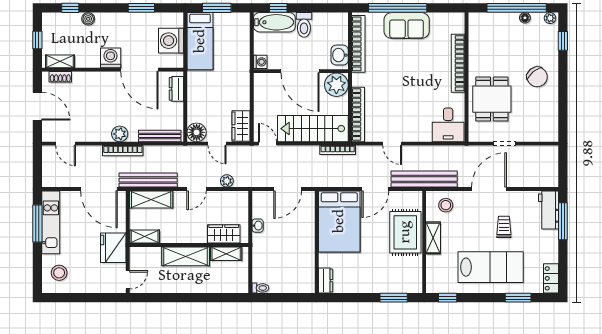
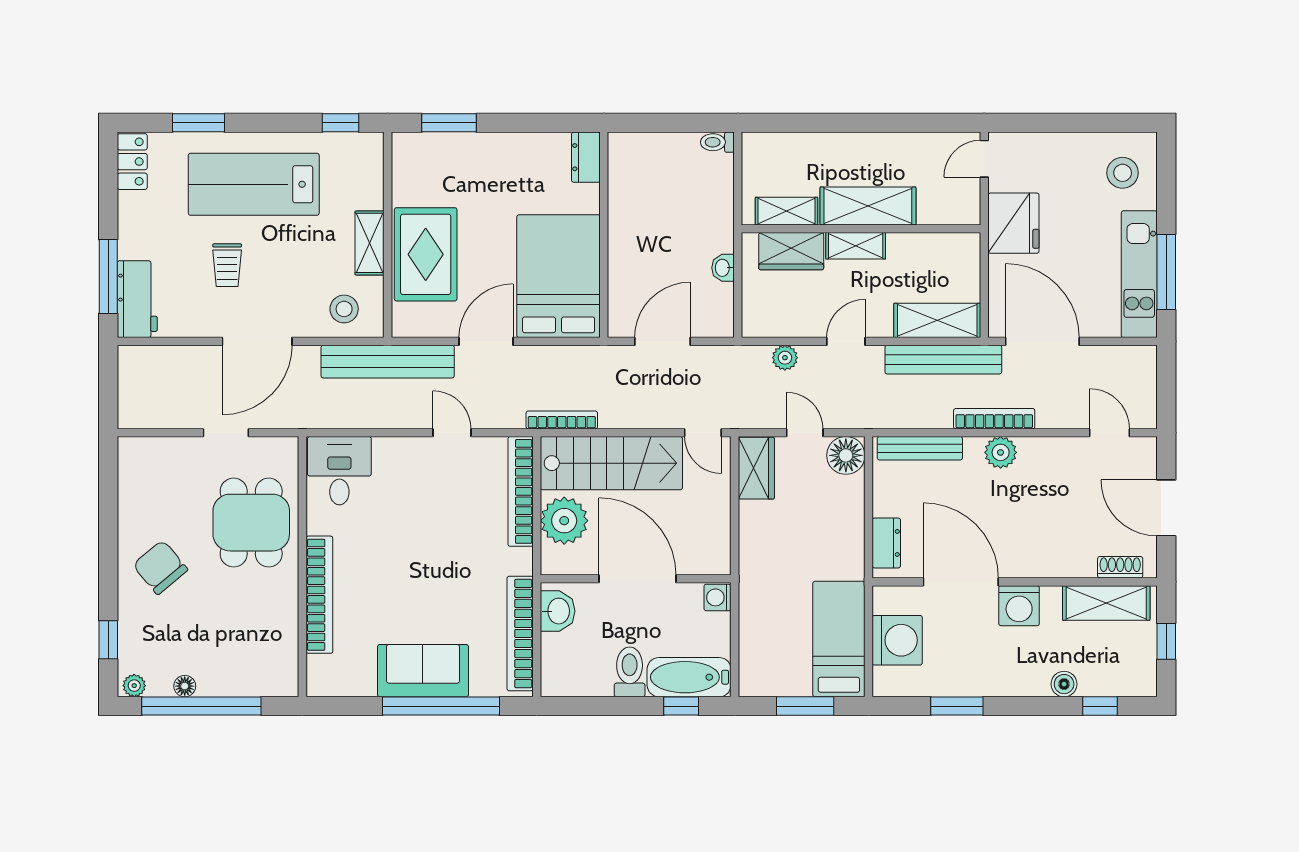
shelving: (60, 61) -> (1106, 603), width x1.50, depth x1.33
plant: (336, 85) -> (564, 521), moved
shelving: (145, 237) -> (856, 246), moved

